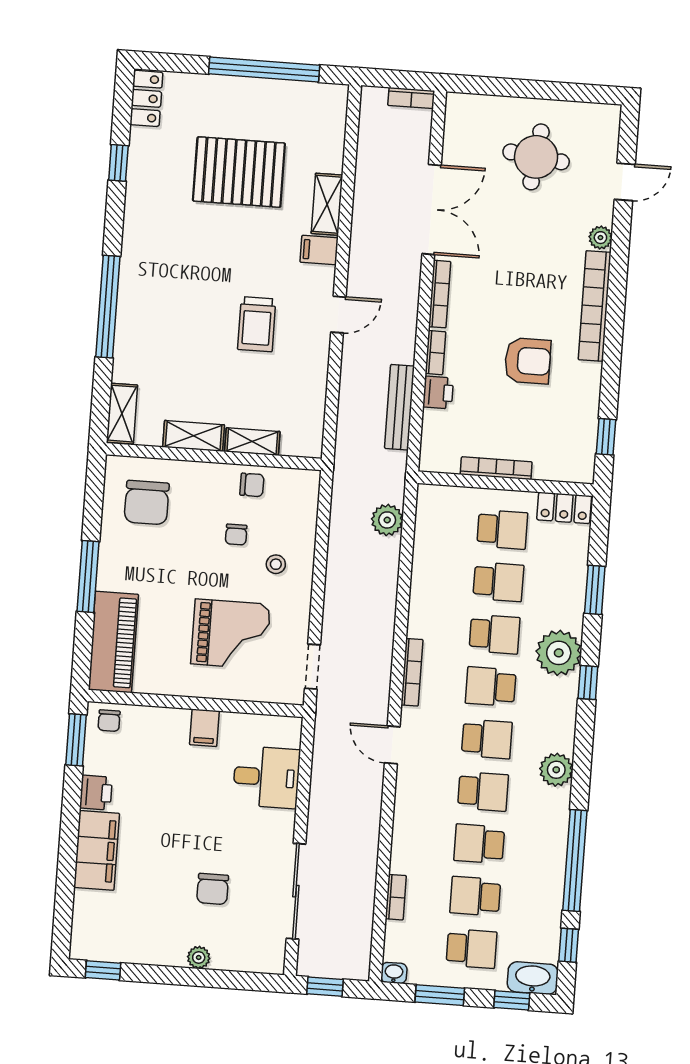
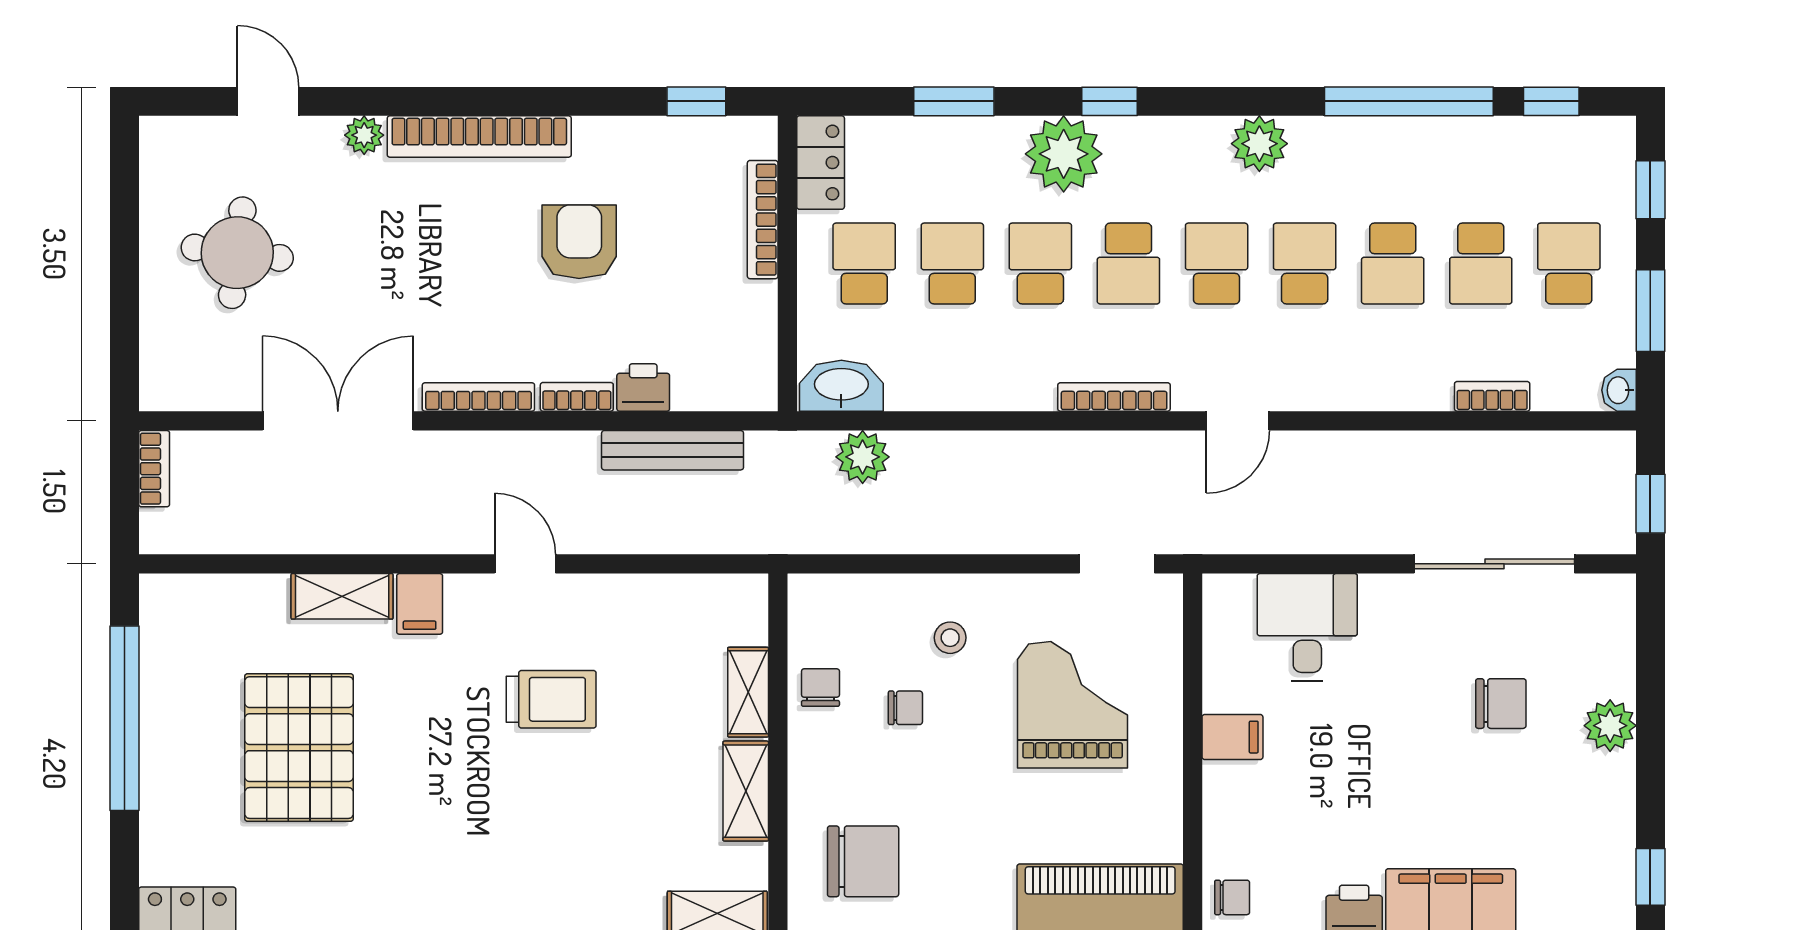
bookcase: (496, 468) -> (763, 220), moved
plant: (199, 957) -> (1610, 726), width x1.38, depth x1.38
washbasin: (533, 978) -> (841, 386), moved, turned 90

